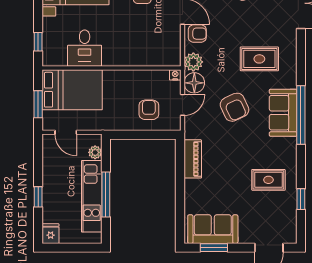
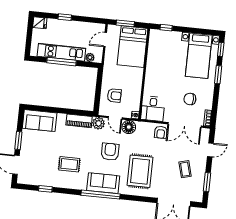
desk: (85, 48) -> (153, 109), moved, turned -90
rug: (259, 59) -> (140, 171), width x1.36, depth x1.43
plant: (193, 62) -> (99, 123), moved
armchair: (235, 107) -> (110, 152), turned 115
rug: (268, 180) -> (69, 164), moved, turned 90
sofa: (213, 229) -> (40, 121), moved, turned 90
window: (214, 248) -> (18, 140), moved

